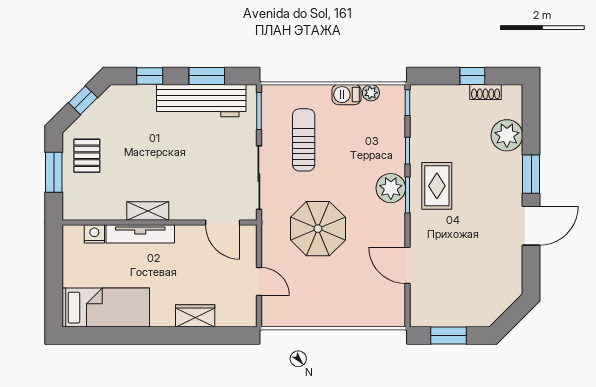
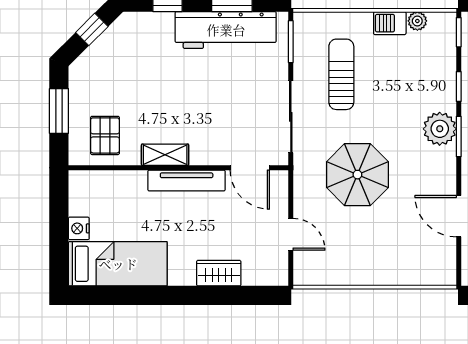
pallet: (87, 156) -> (105, 135), moved
nightstand: (94, 234) -> (79, 228), moved, turned -90
tv unit: (140, 234) -> (187, 181), moved

